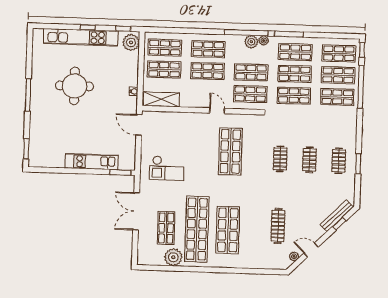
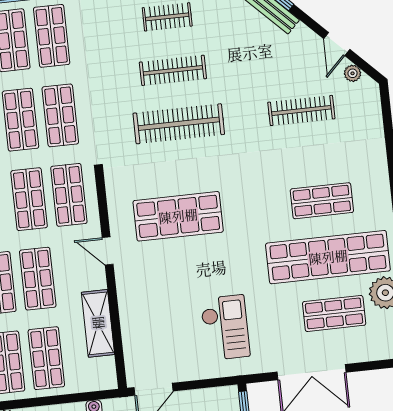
shelving: (161, 99) -> (98, 323), moved
door: (217, 111) -> (108, 251), hinge flipped
clothes rail: (280, 159) -> (179, 124), width x1.86, depth x1.31
clothes rail: (309, 160) -> (173, 70), width x1.36
shop shelf: (228, 230) -> (322, 201), width x0.70, depth x0.74

